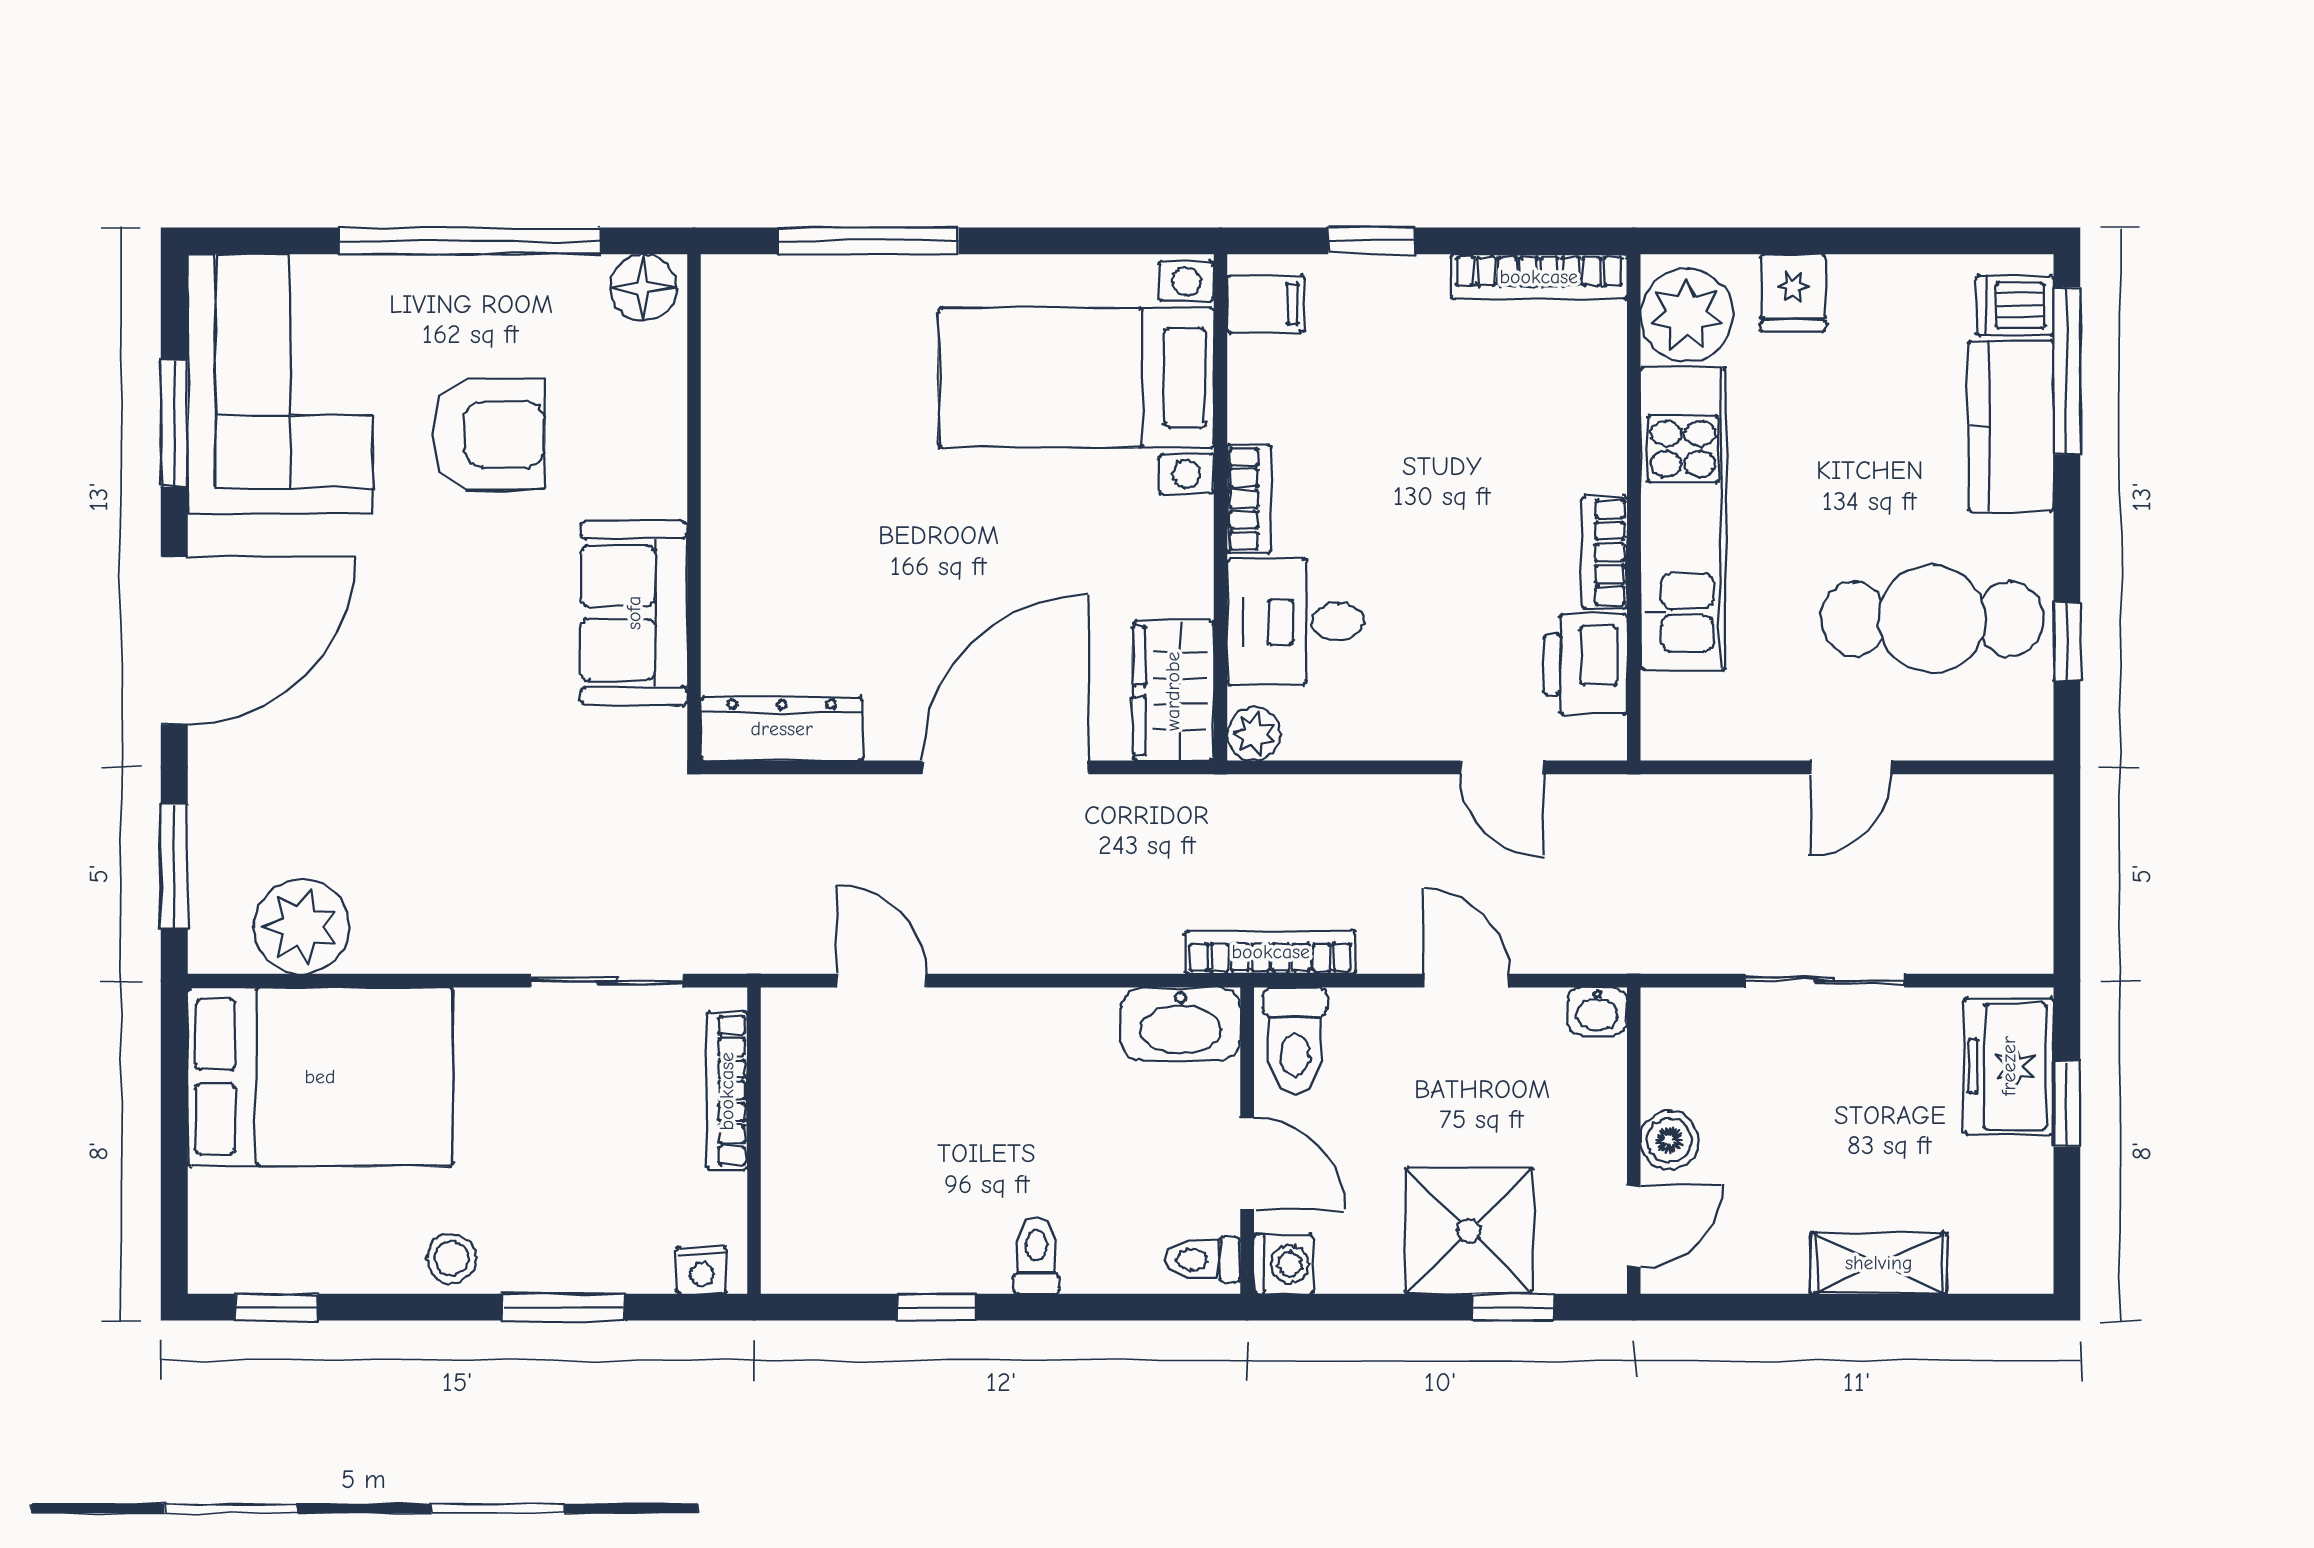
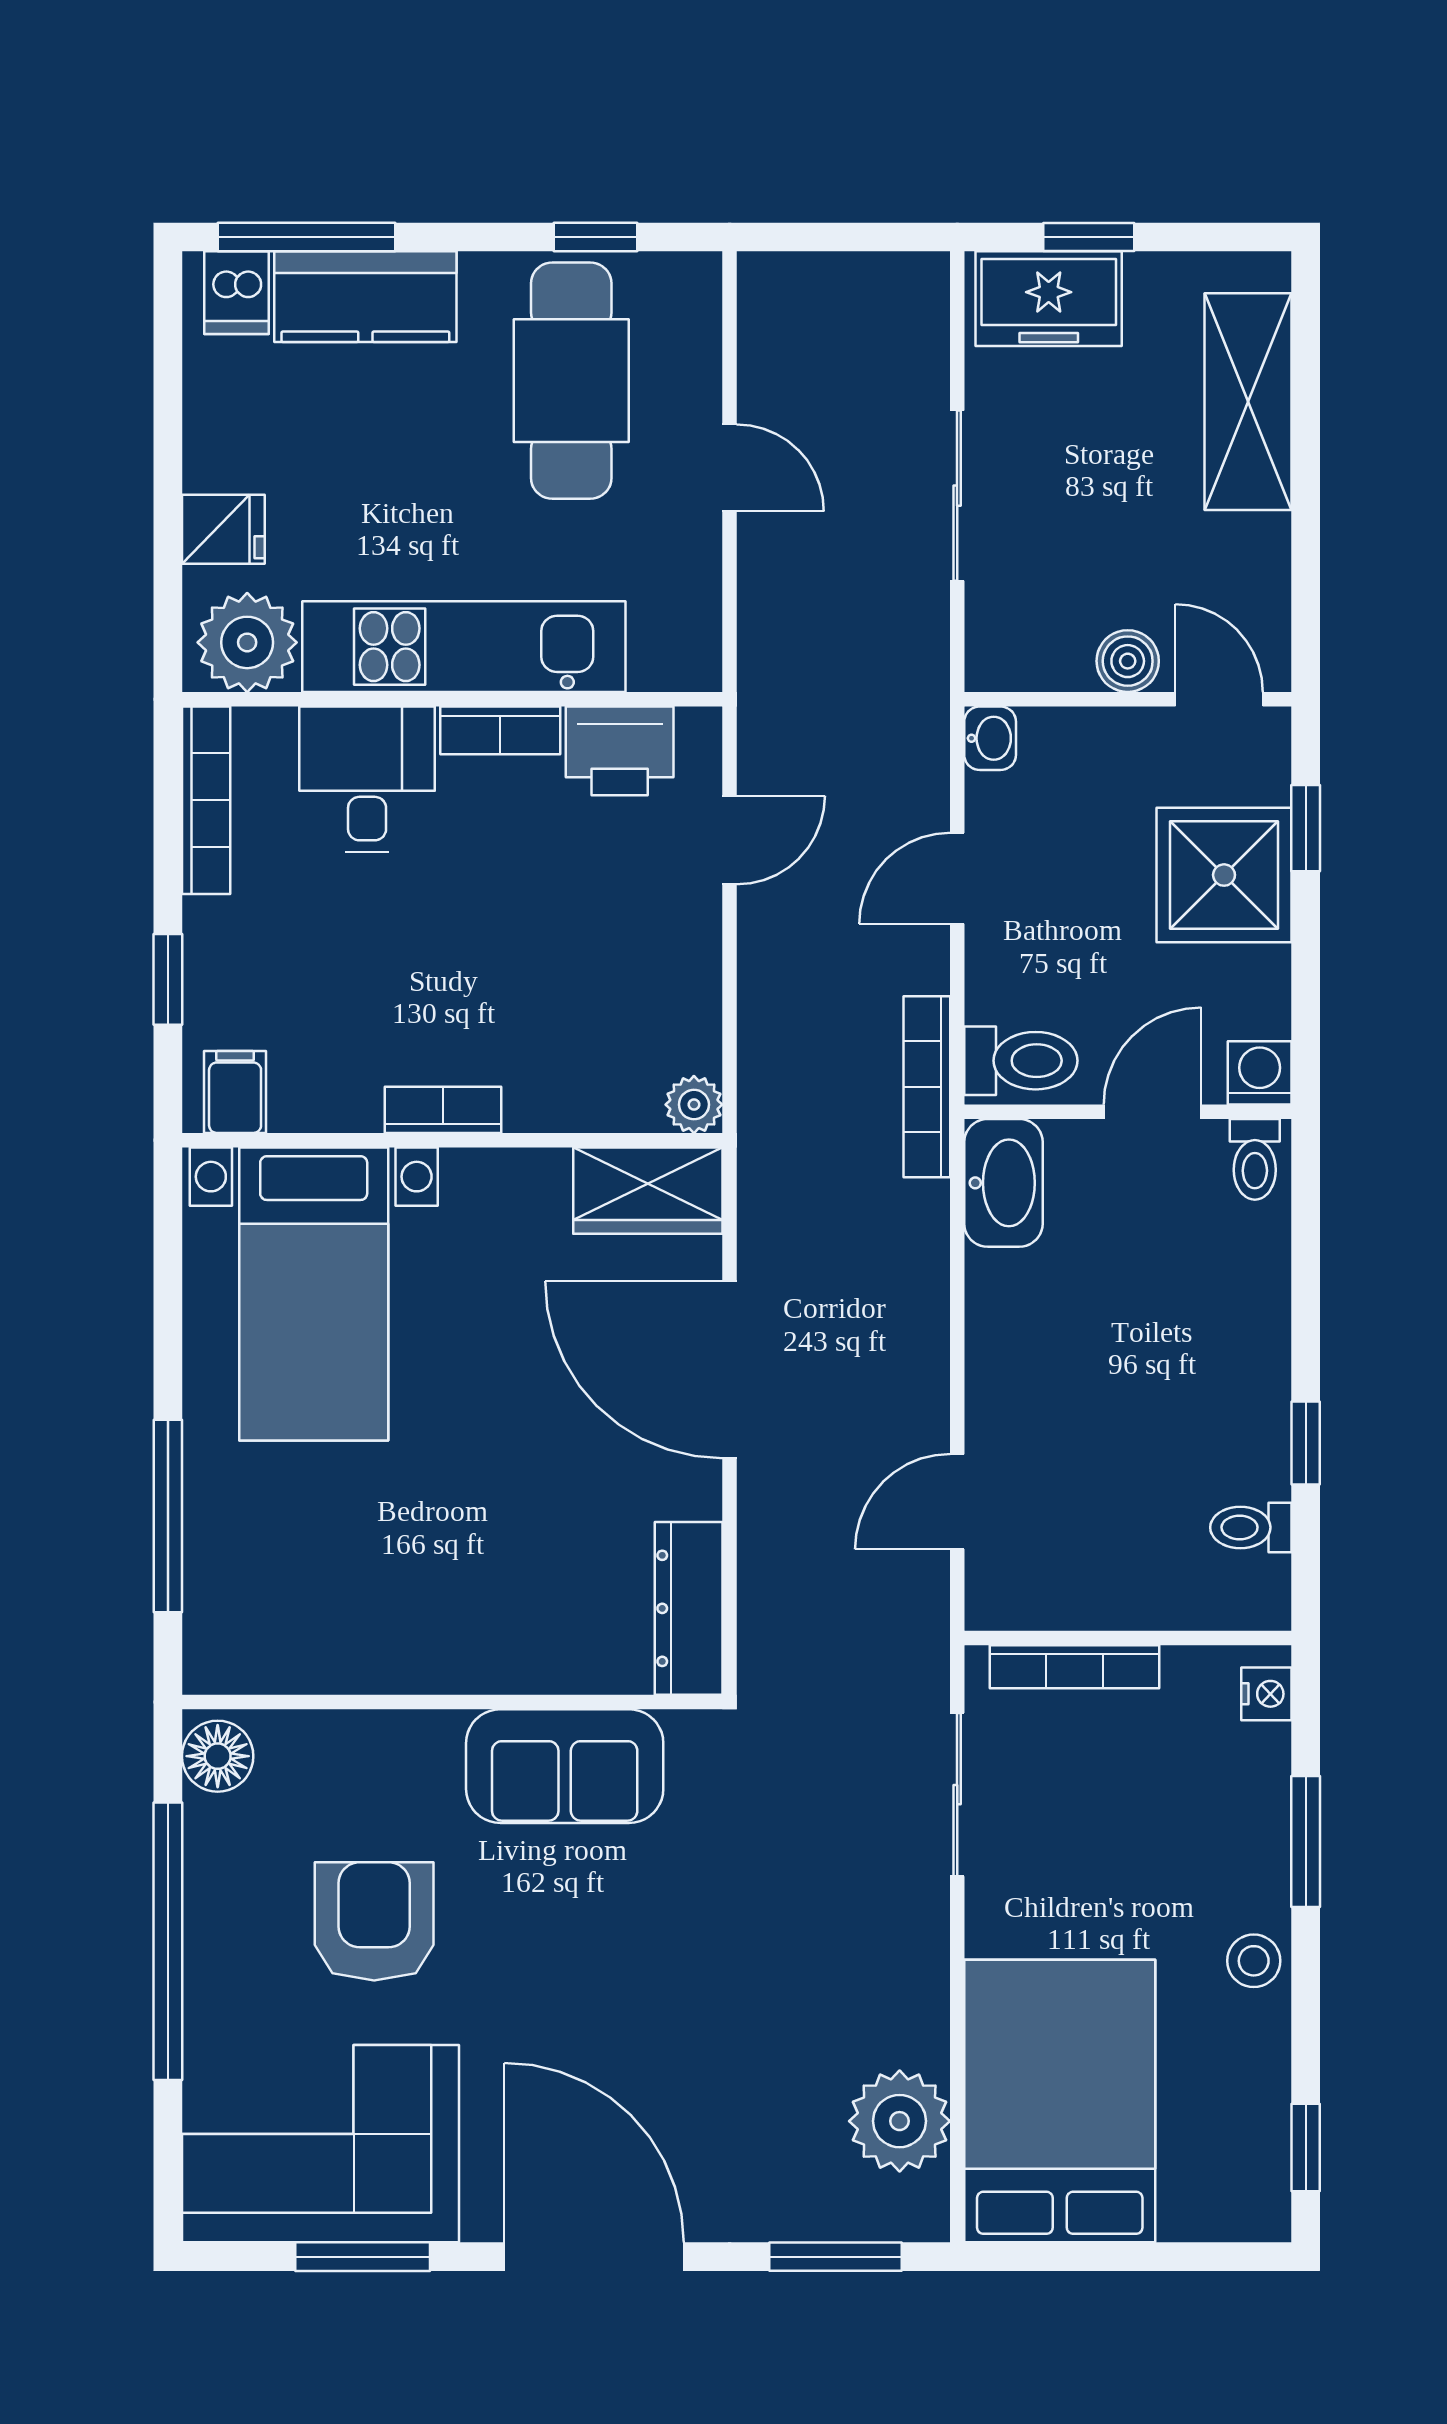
desk: (1295, 622) -> (367, 779), moved, turned 180
toilet: (1036, 1256) -> (1251, 1527), moved
shelving: (1879, 1263) -> (1248, 402), width x1.50, depth x1.33

